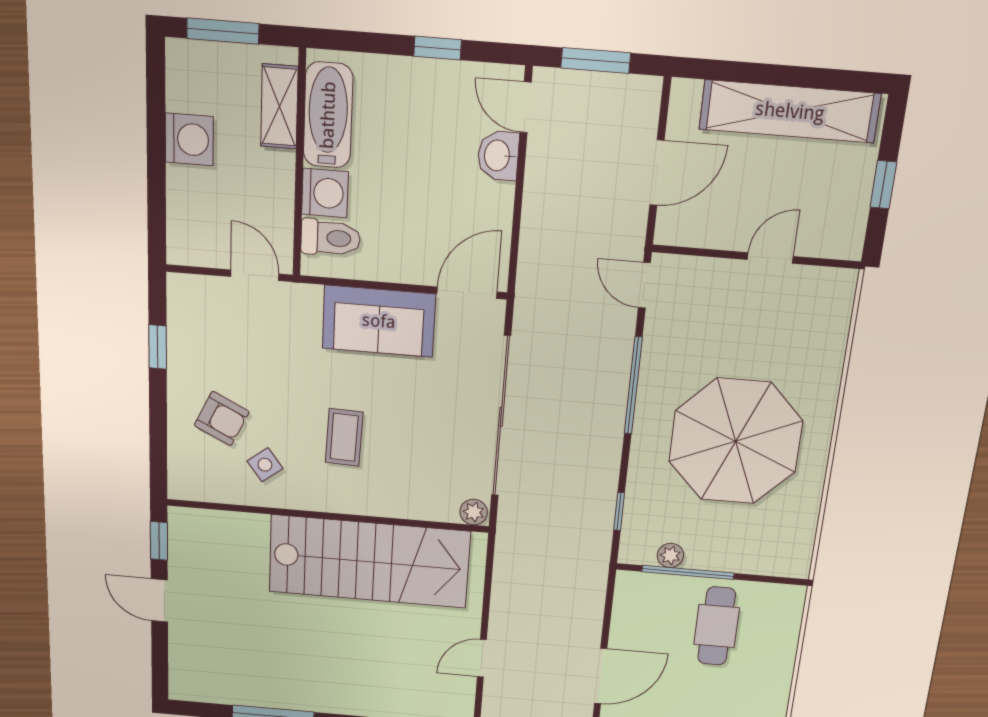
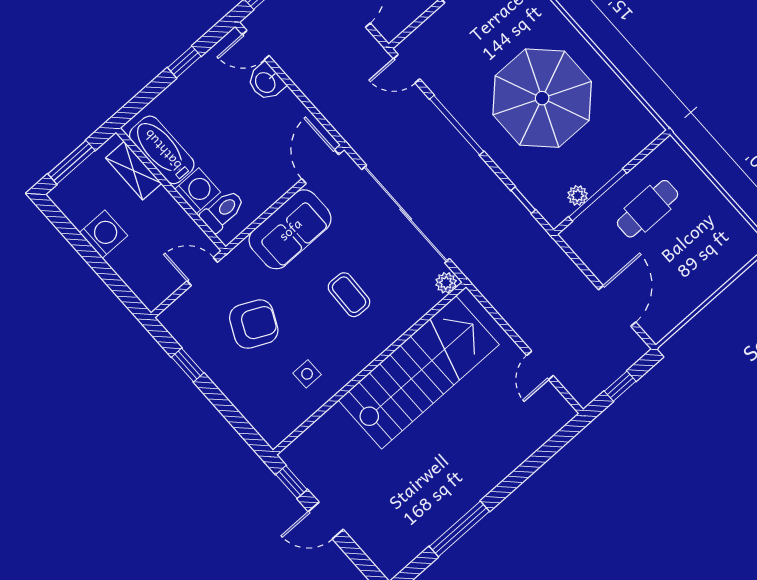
armchair: (222, 419) -> (254, 324), moved, width x1.38, depth x1.38
coffee table: (344, 437) -> (349, 295), moved
side table: (265, 465) -> (307, 374), turned 37
cafe table: (717, 626) -> (648, 209), turned 90

